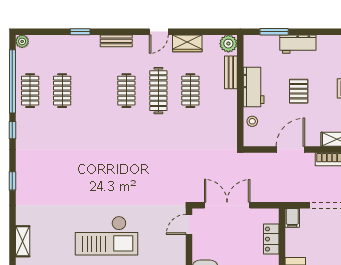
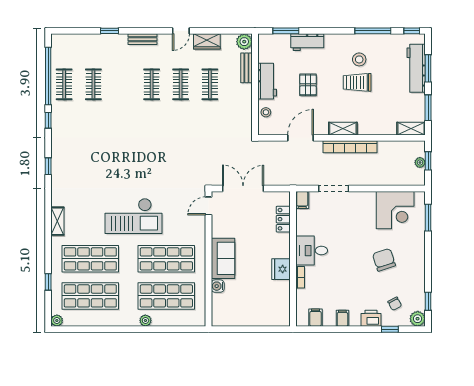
plant: (22, 41) -> (57, 40), removed
clothes rail: (158, 91) -> (181, 84), width x0.73

